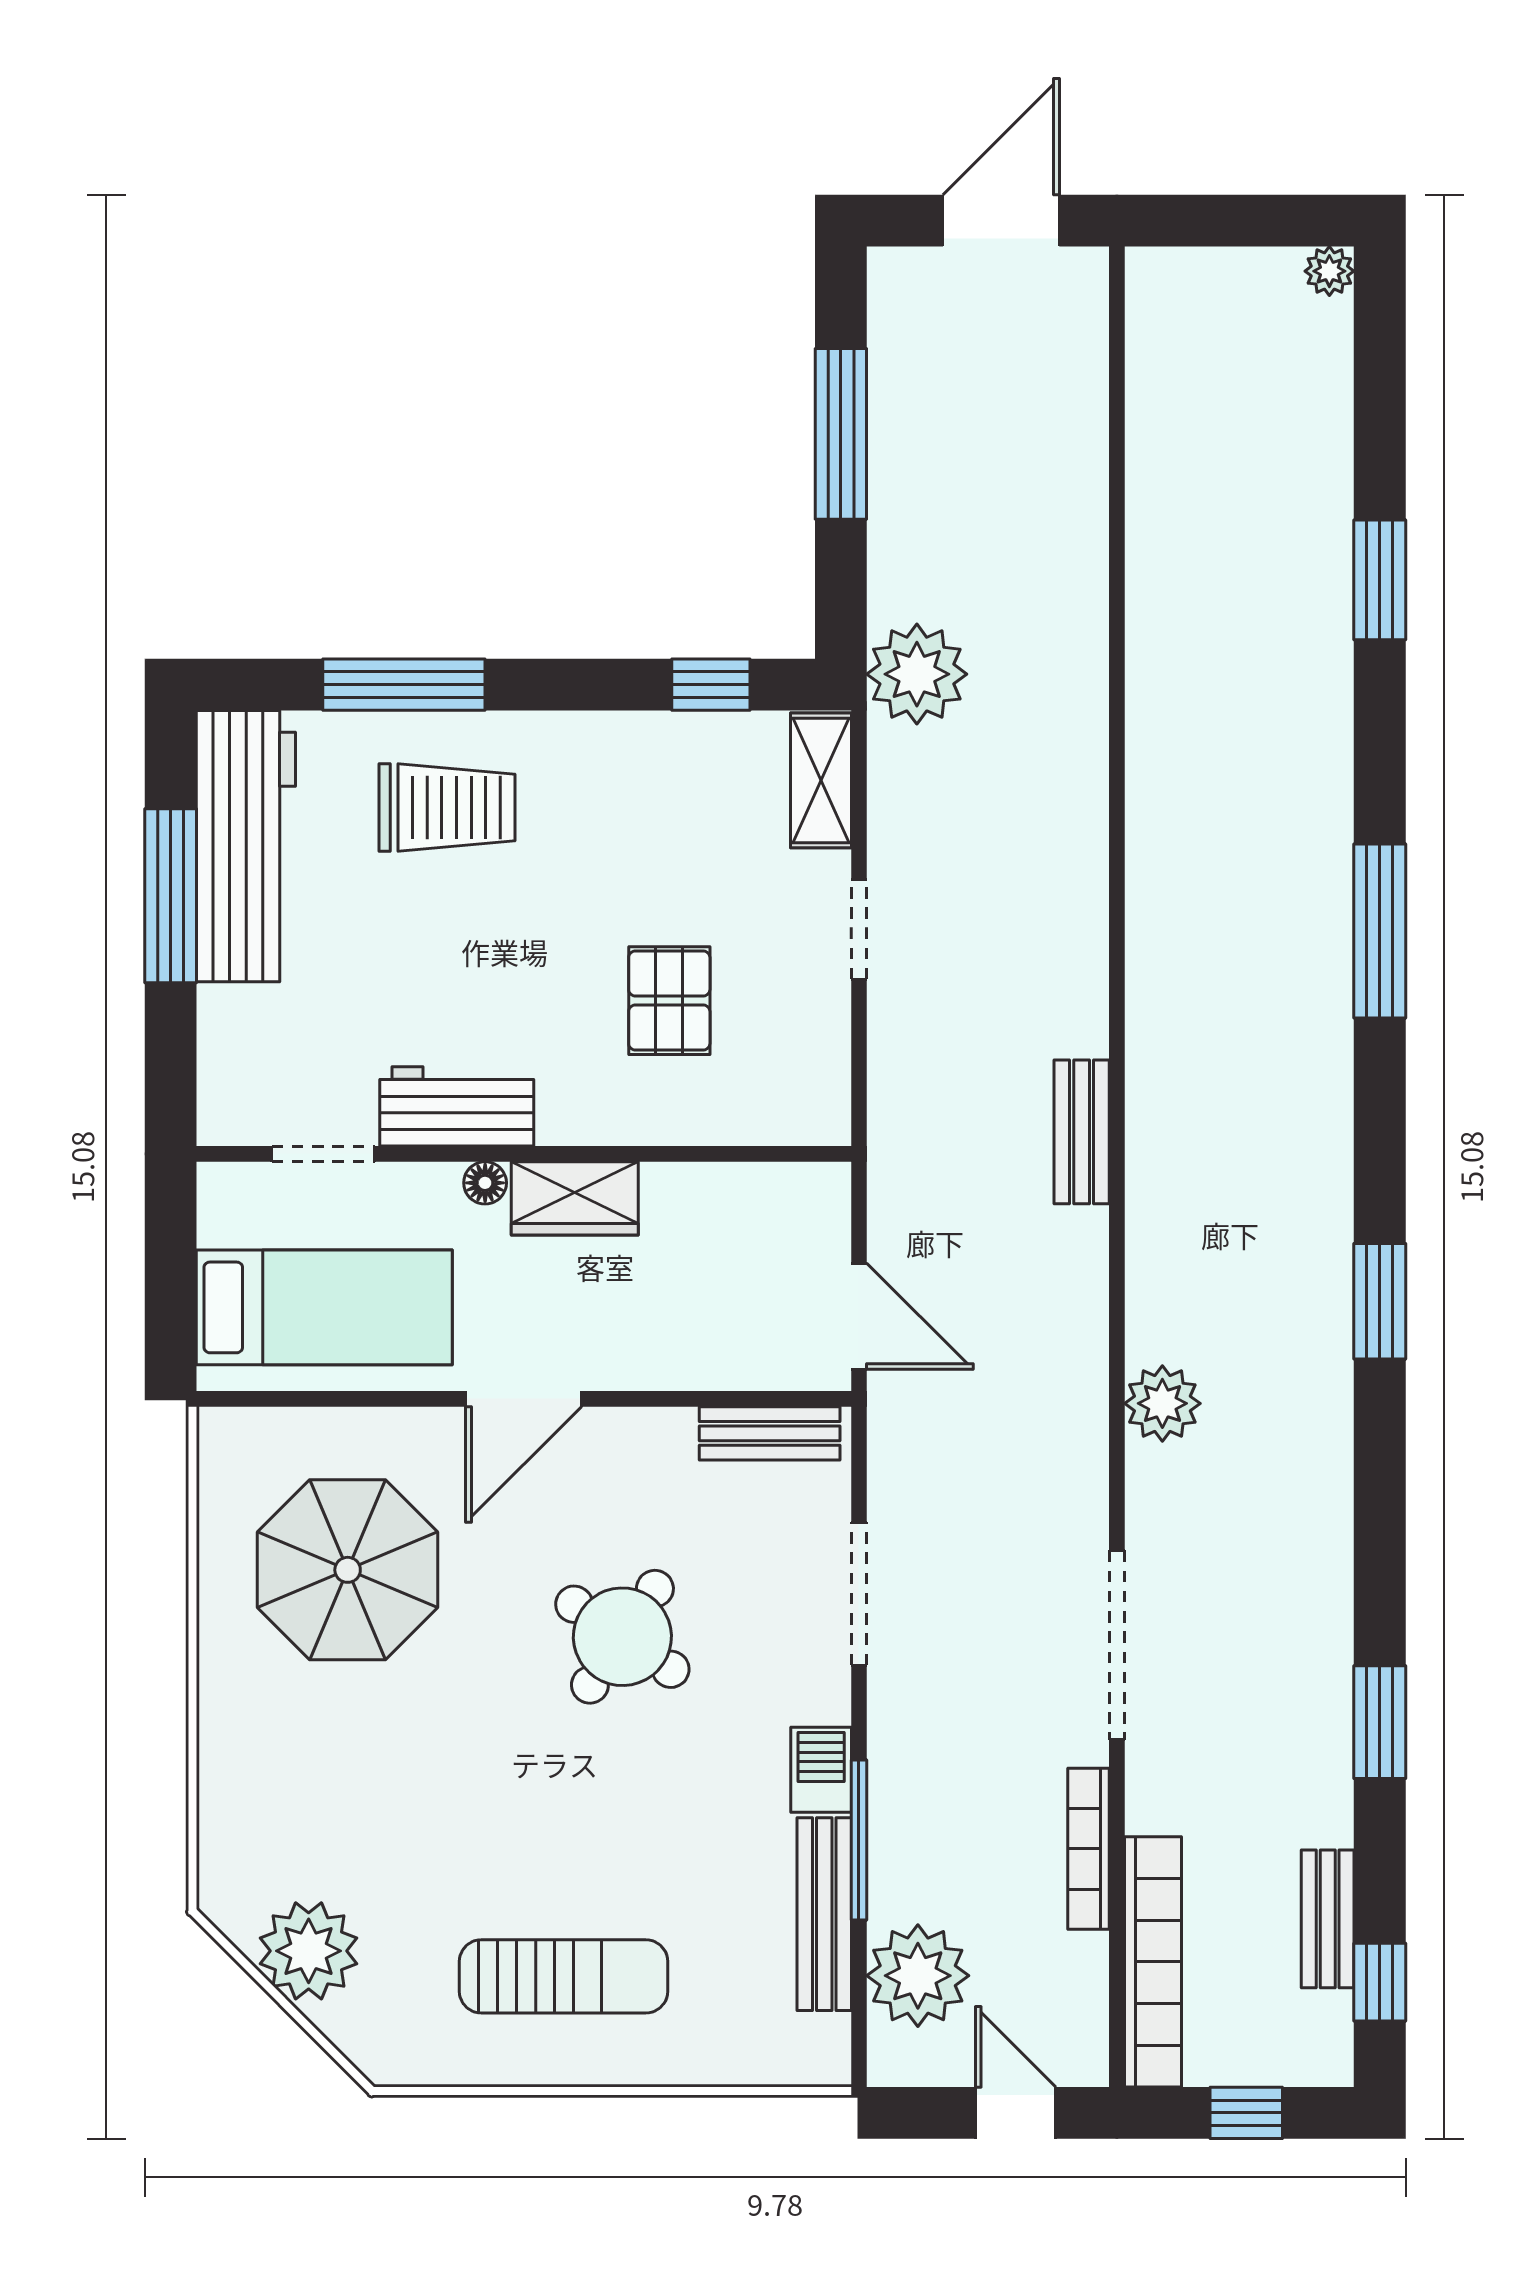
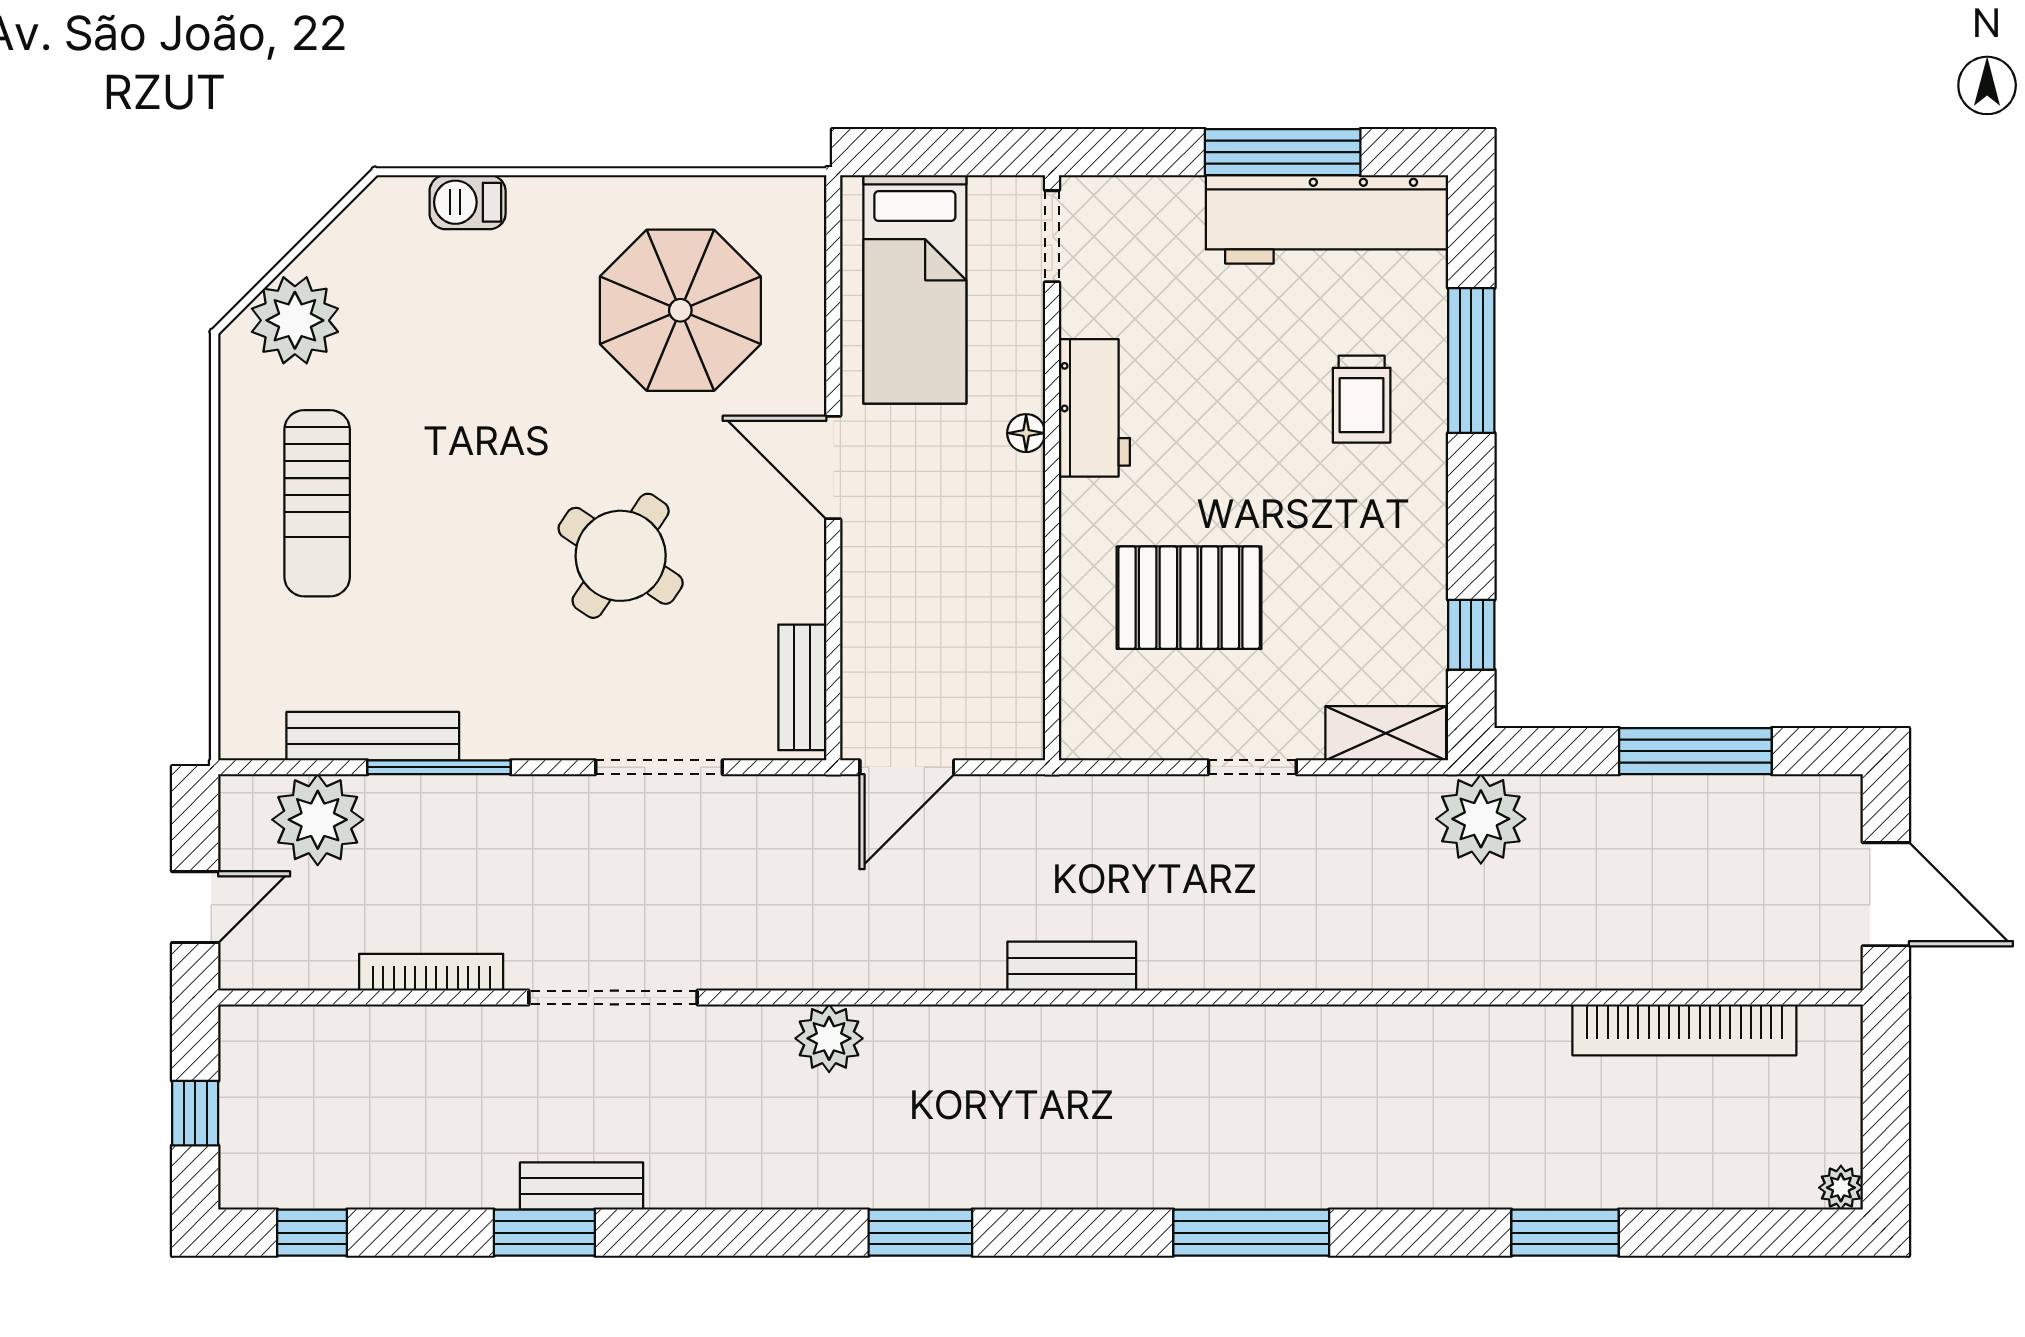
trolley: (447, 807) -> (1362, 399), width x0.73, depth x0.72
pallet: (669, 1001) -> (1189, 598), width x1.50, depth x1.42
doorway: (323, 1154) -> (1052, 236), moved
wardrobe: (575, 1198) -> (1012, 513), removed
barbecue: (821, 1770) -> (468, 202), moved, turned 180
bench: (1328, 1919) -> (582, 1186), moved
plant: (309, 1951) -> (295, 320), moved
bookcase: (1153, 1962) -> (1684, 1030), moved

